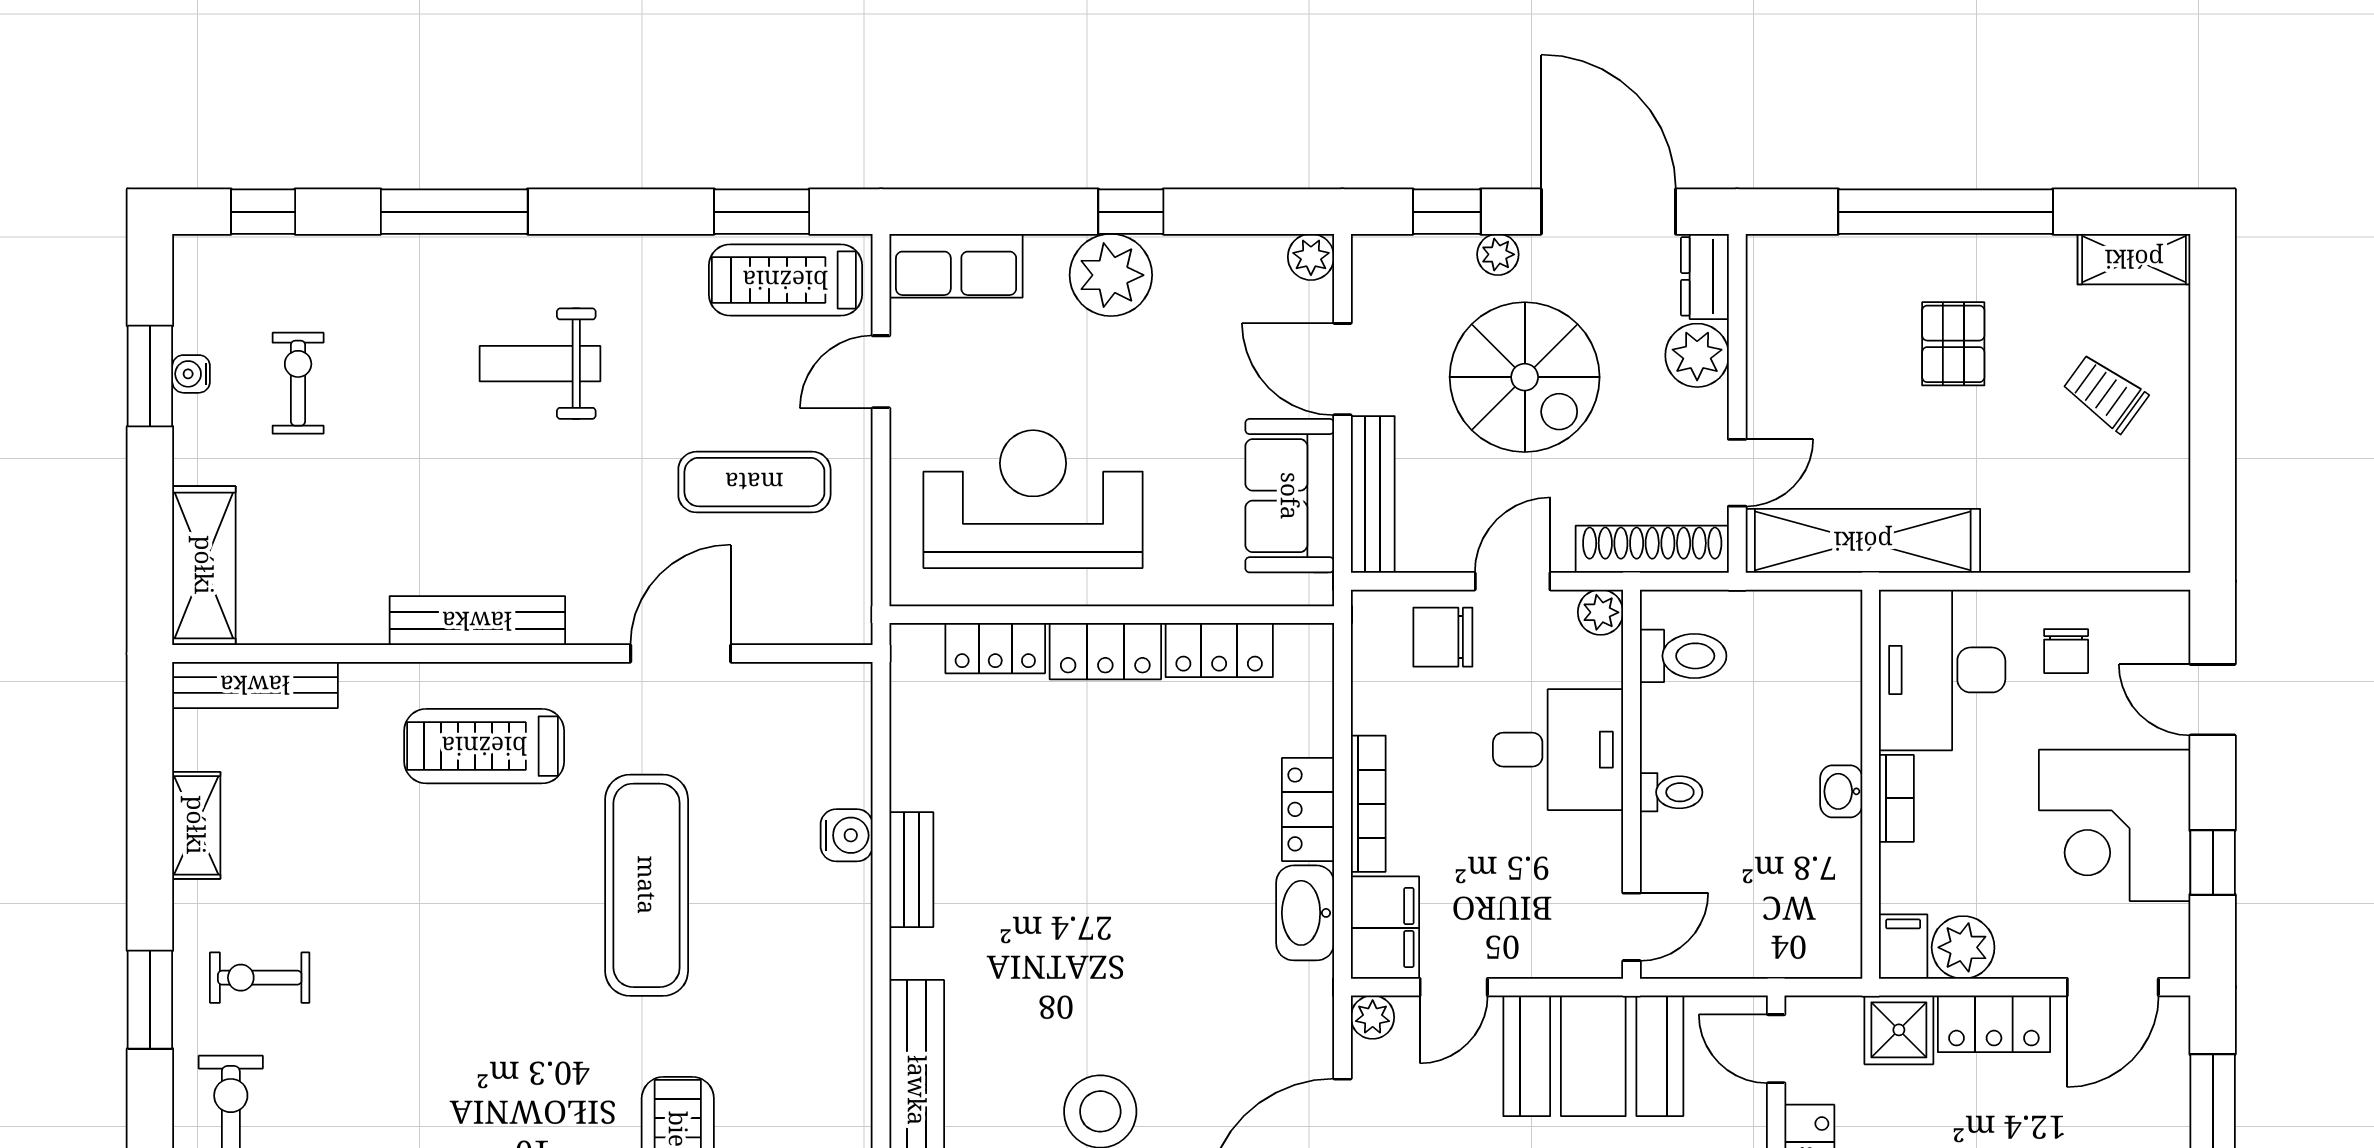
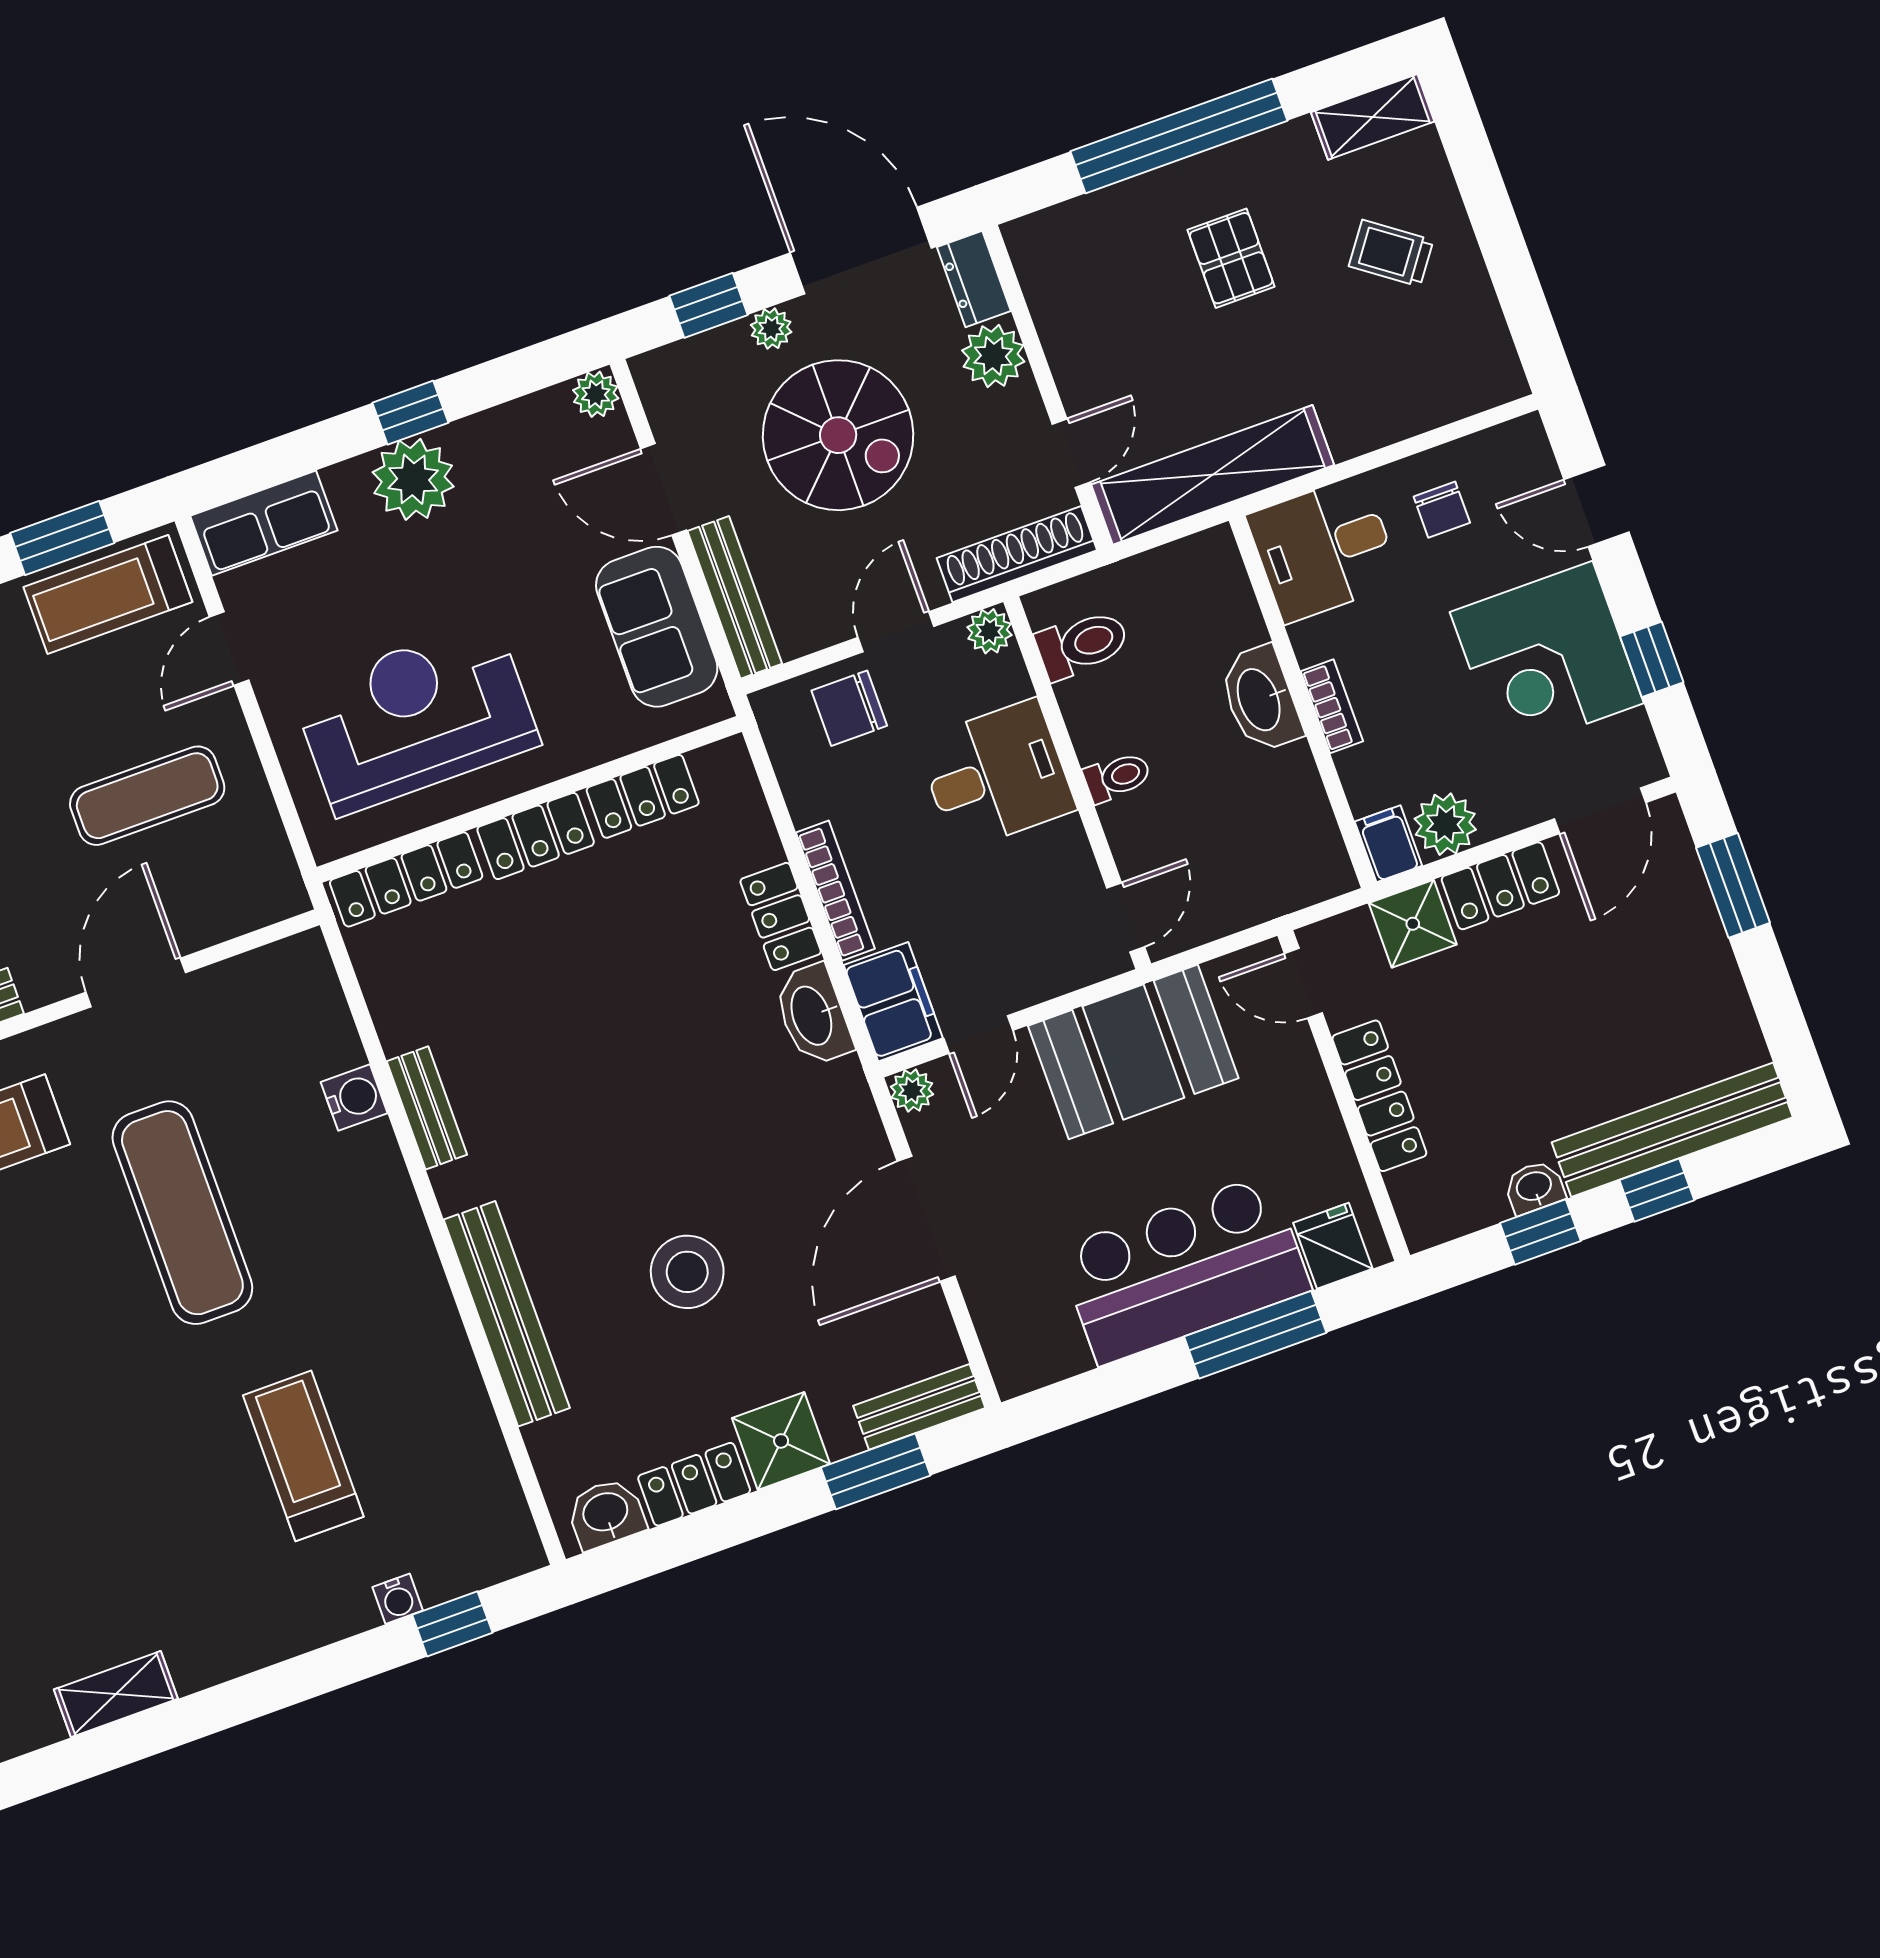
locker: (995, 648) -> (406, 879), width x1.53
desk: (1942, 670) -> (1324, 549), width x0.73
washbasin: (1841, 791) -> (1260, 699), width x1.91, depth x1.45

